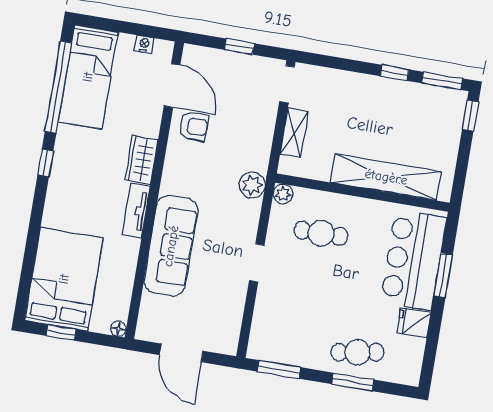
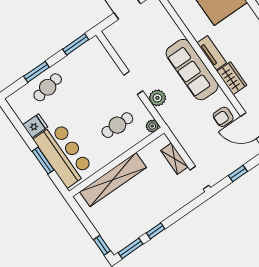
plant: (252, 185) -> (157, 98), moved
sofa: (171, 246) -> (192, 70), moved

